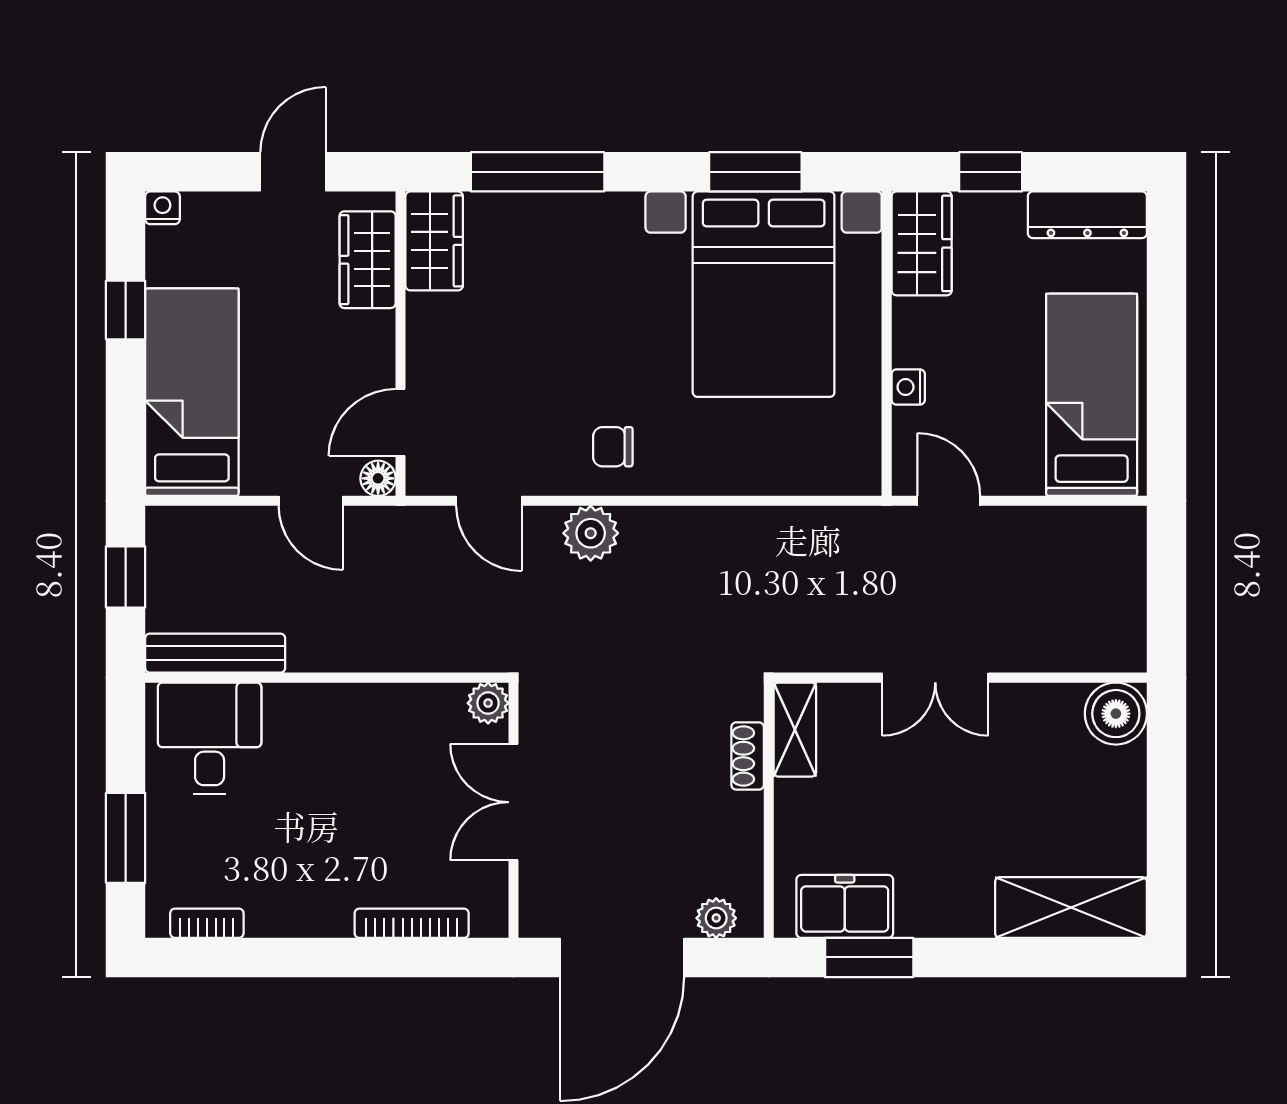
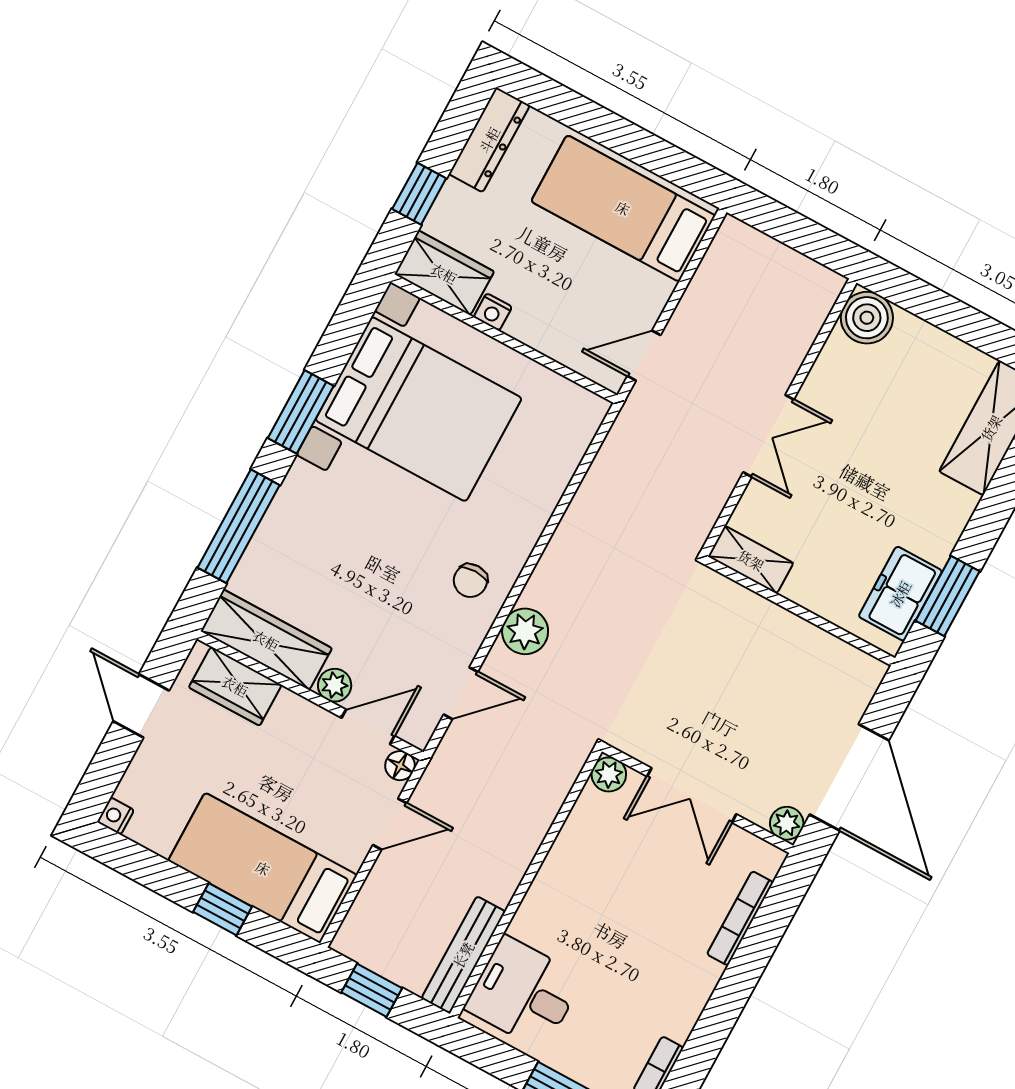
window: (755, 172) -> (301, 412), moved
wardrobe: (434, 241) -> (266, 640), width x1.50
window: (126, 310) -> (223, 909), moved
plant: (425, 364) -> (335, 685), added
nightstand: (908, 387) -> (493, 312), moved
door: (401, 422) -> (368, 727), swing flipped
shoe rack: (748, 756) -> (751, 605), removed
plant: (716, 918) -> (787, 823), moved

